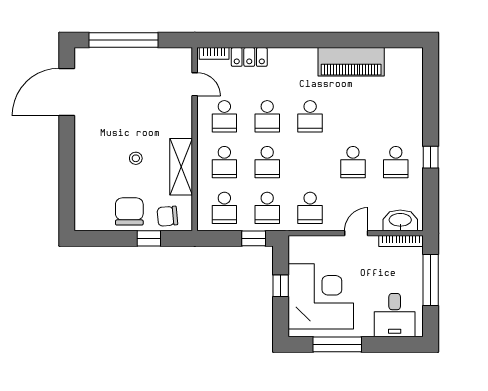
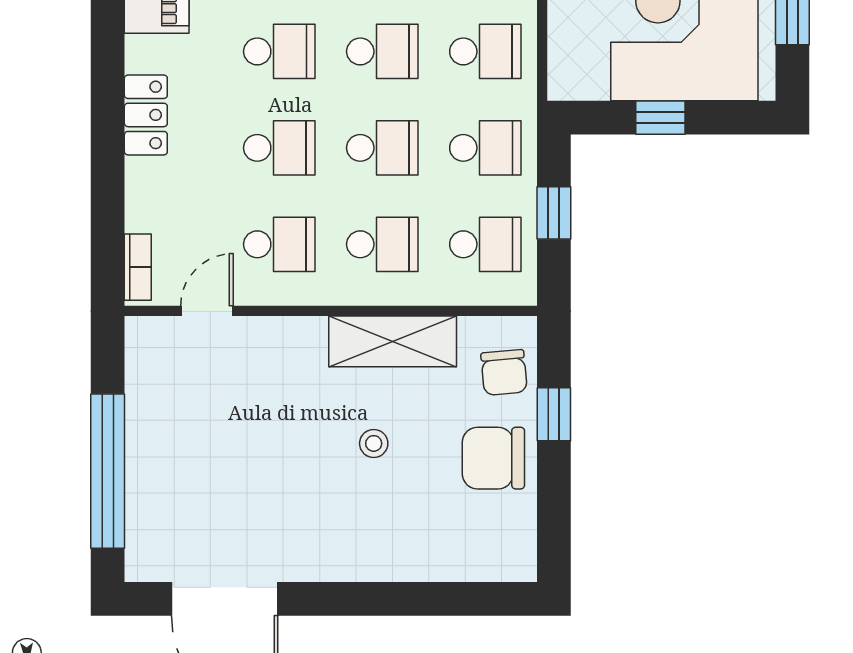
locker: (249, 57) -> (146, 115), moved
school desk: (310, 162) -> (382, 51), added
window: (254, 238) -> (554, 213), moved

